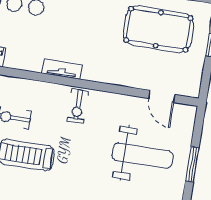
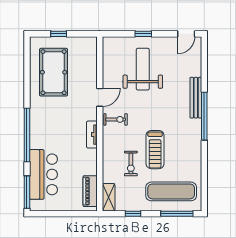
door: (162, 96) -> (100, 97), moved
window: (192, 164) -> (143, 34), width x0.67

